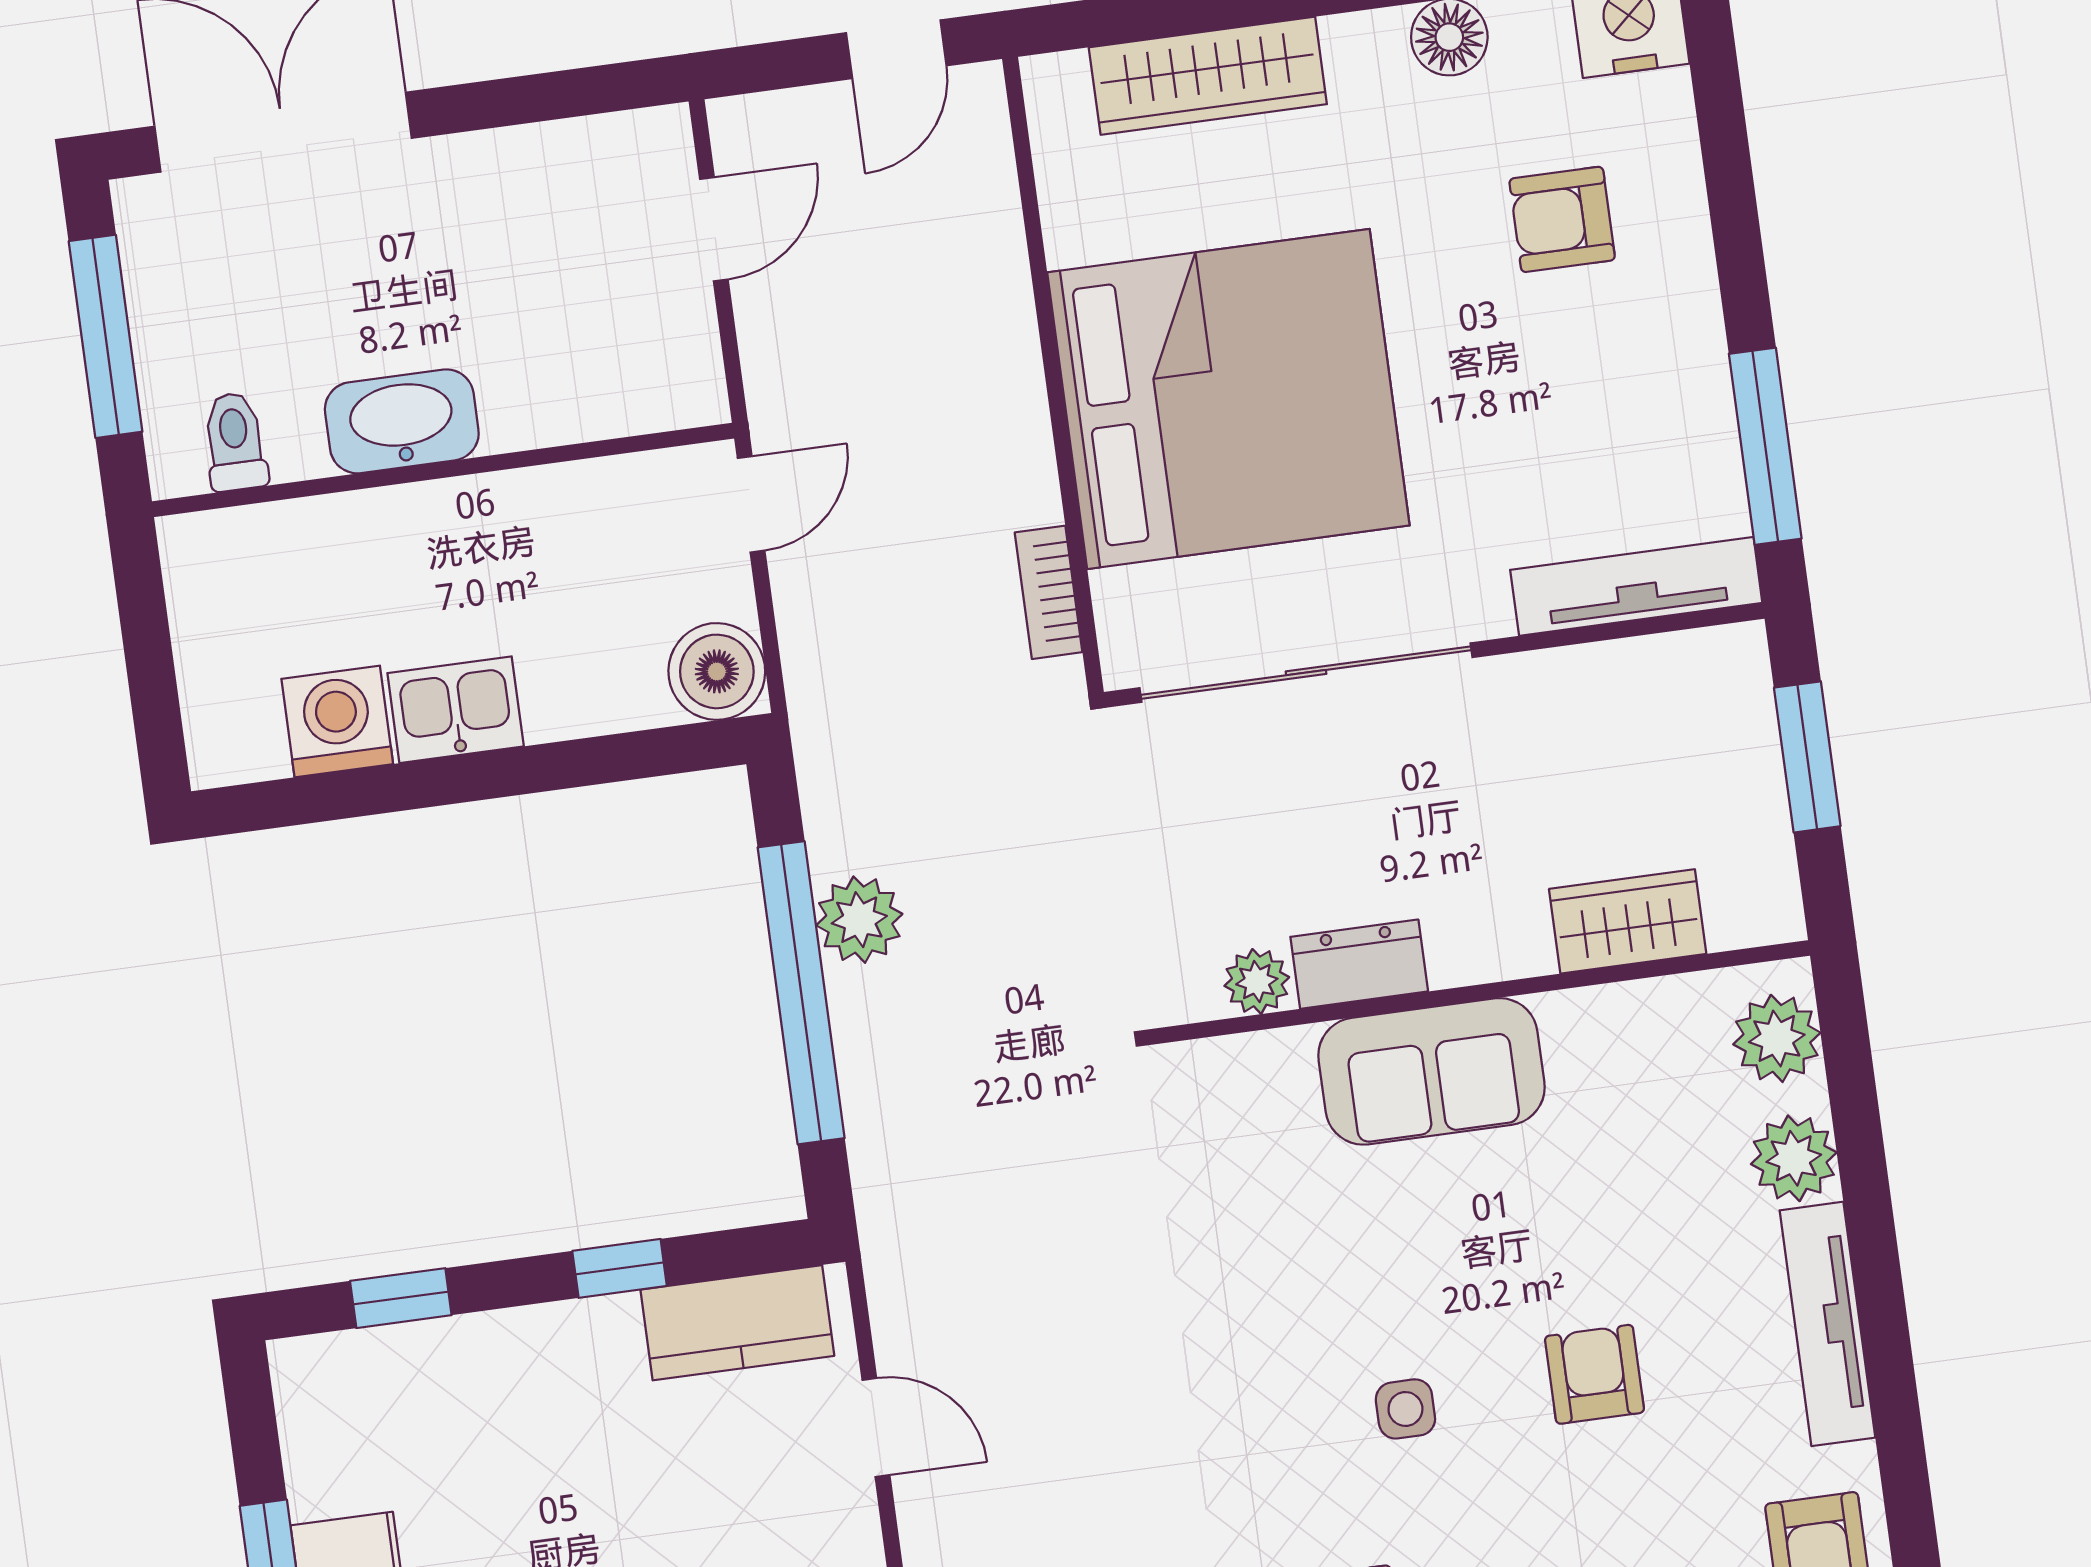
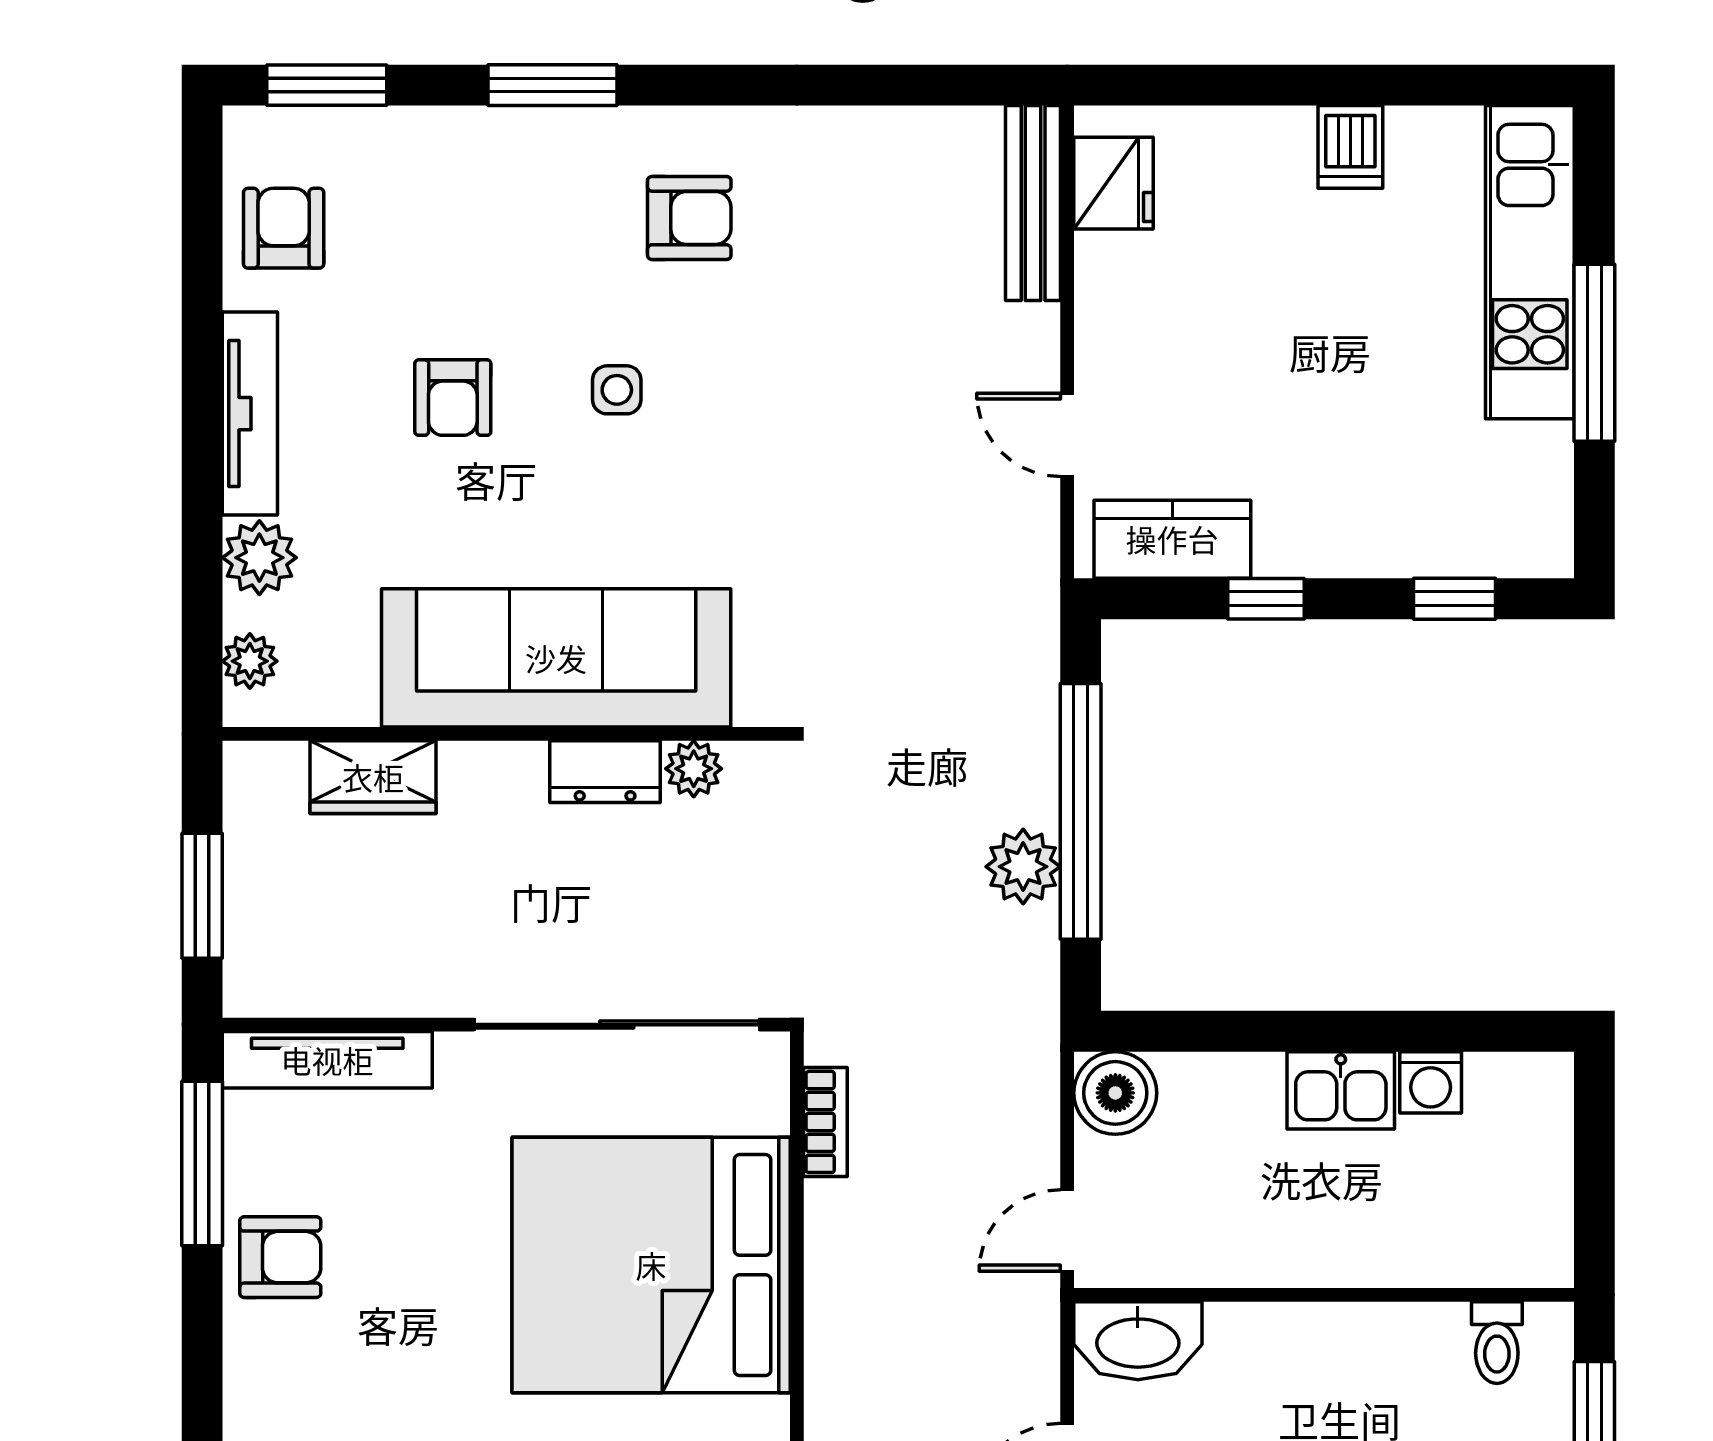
armchair: (1562, 219) -> (280, 1257), moved
washbasin: (402, 421) -> (1138, 1341), moved
washing machine: (337, 721) -> (1431, 1082), width x0.73, depth x0.73
plant: (1777, 1038) -> (250, 661), width x0.73, depth x0.73
sofa: (1432, 1071) -> (556, 658), width x1.85, depth x1.27

